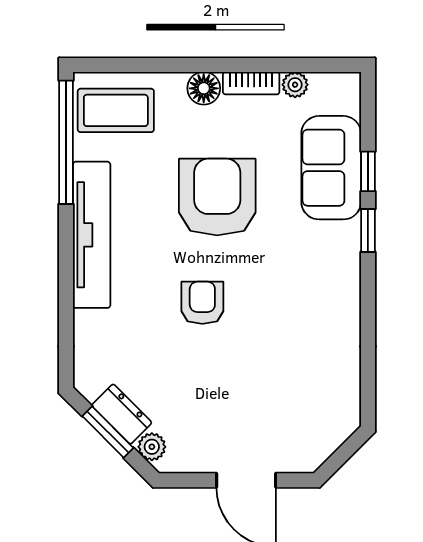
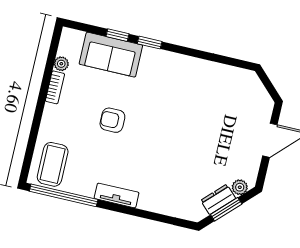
floor lamp: (204, 88) -> (52, 114), removed
armchair: (217, 197) -> (112, 120), width x0.53, depth x0.53
tv unit: (92, 235) -> (117, 195), width x0.52, depth x0.78
armchair: (202, 303) -> (168, 142), removed

